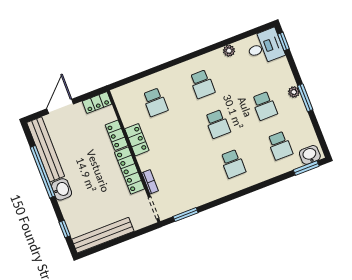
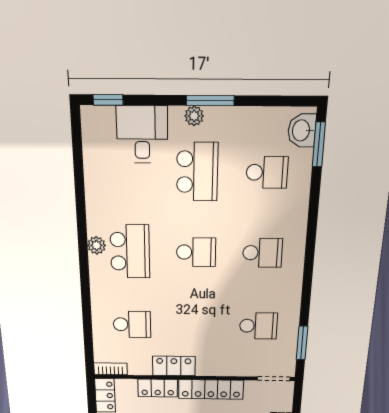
desk: (265, 47) -> (142, 135), moved
plant: (229, 51) -> (97, 245), moved
school desk: (202, 84) -> (130, 251), width x1.85
school desk: (265, 106) -> (197, 172), width x1.85
bookcase: (150, 182) -> (111, 369), moved
school desk: (186, 182) -> (258, 326), added

